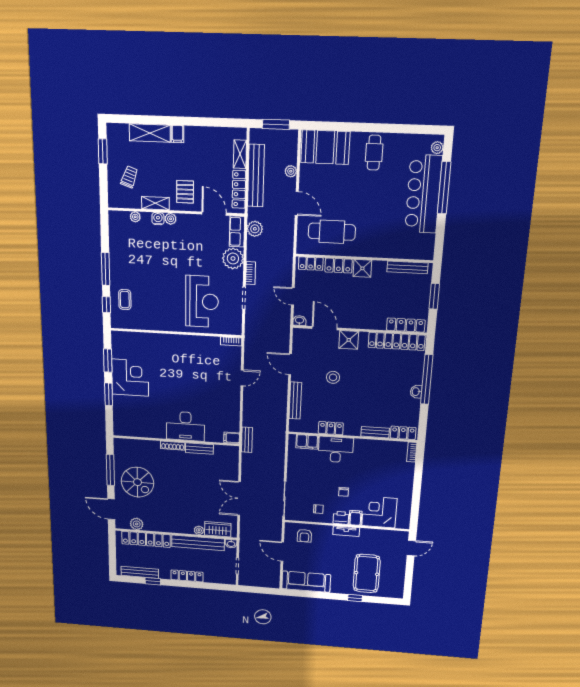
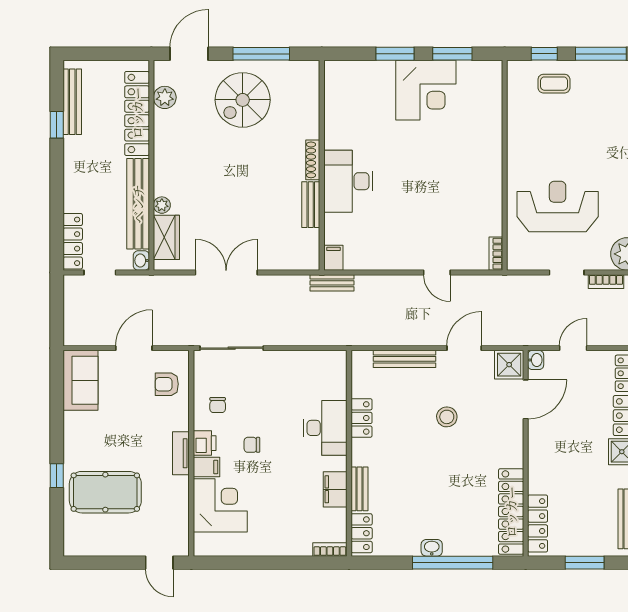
reception desk: (202, 301) -> (558, 207), turned 180
shower: (349, 340) -> (509, 365), moved
filing cabinet: (307, 442) -> (335, 489), moved
locker: (187, 576) -> (73, 241), moved
sofa: (306, 582) -> (80, 380), width x0.73

